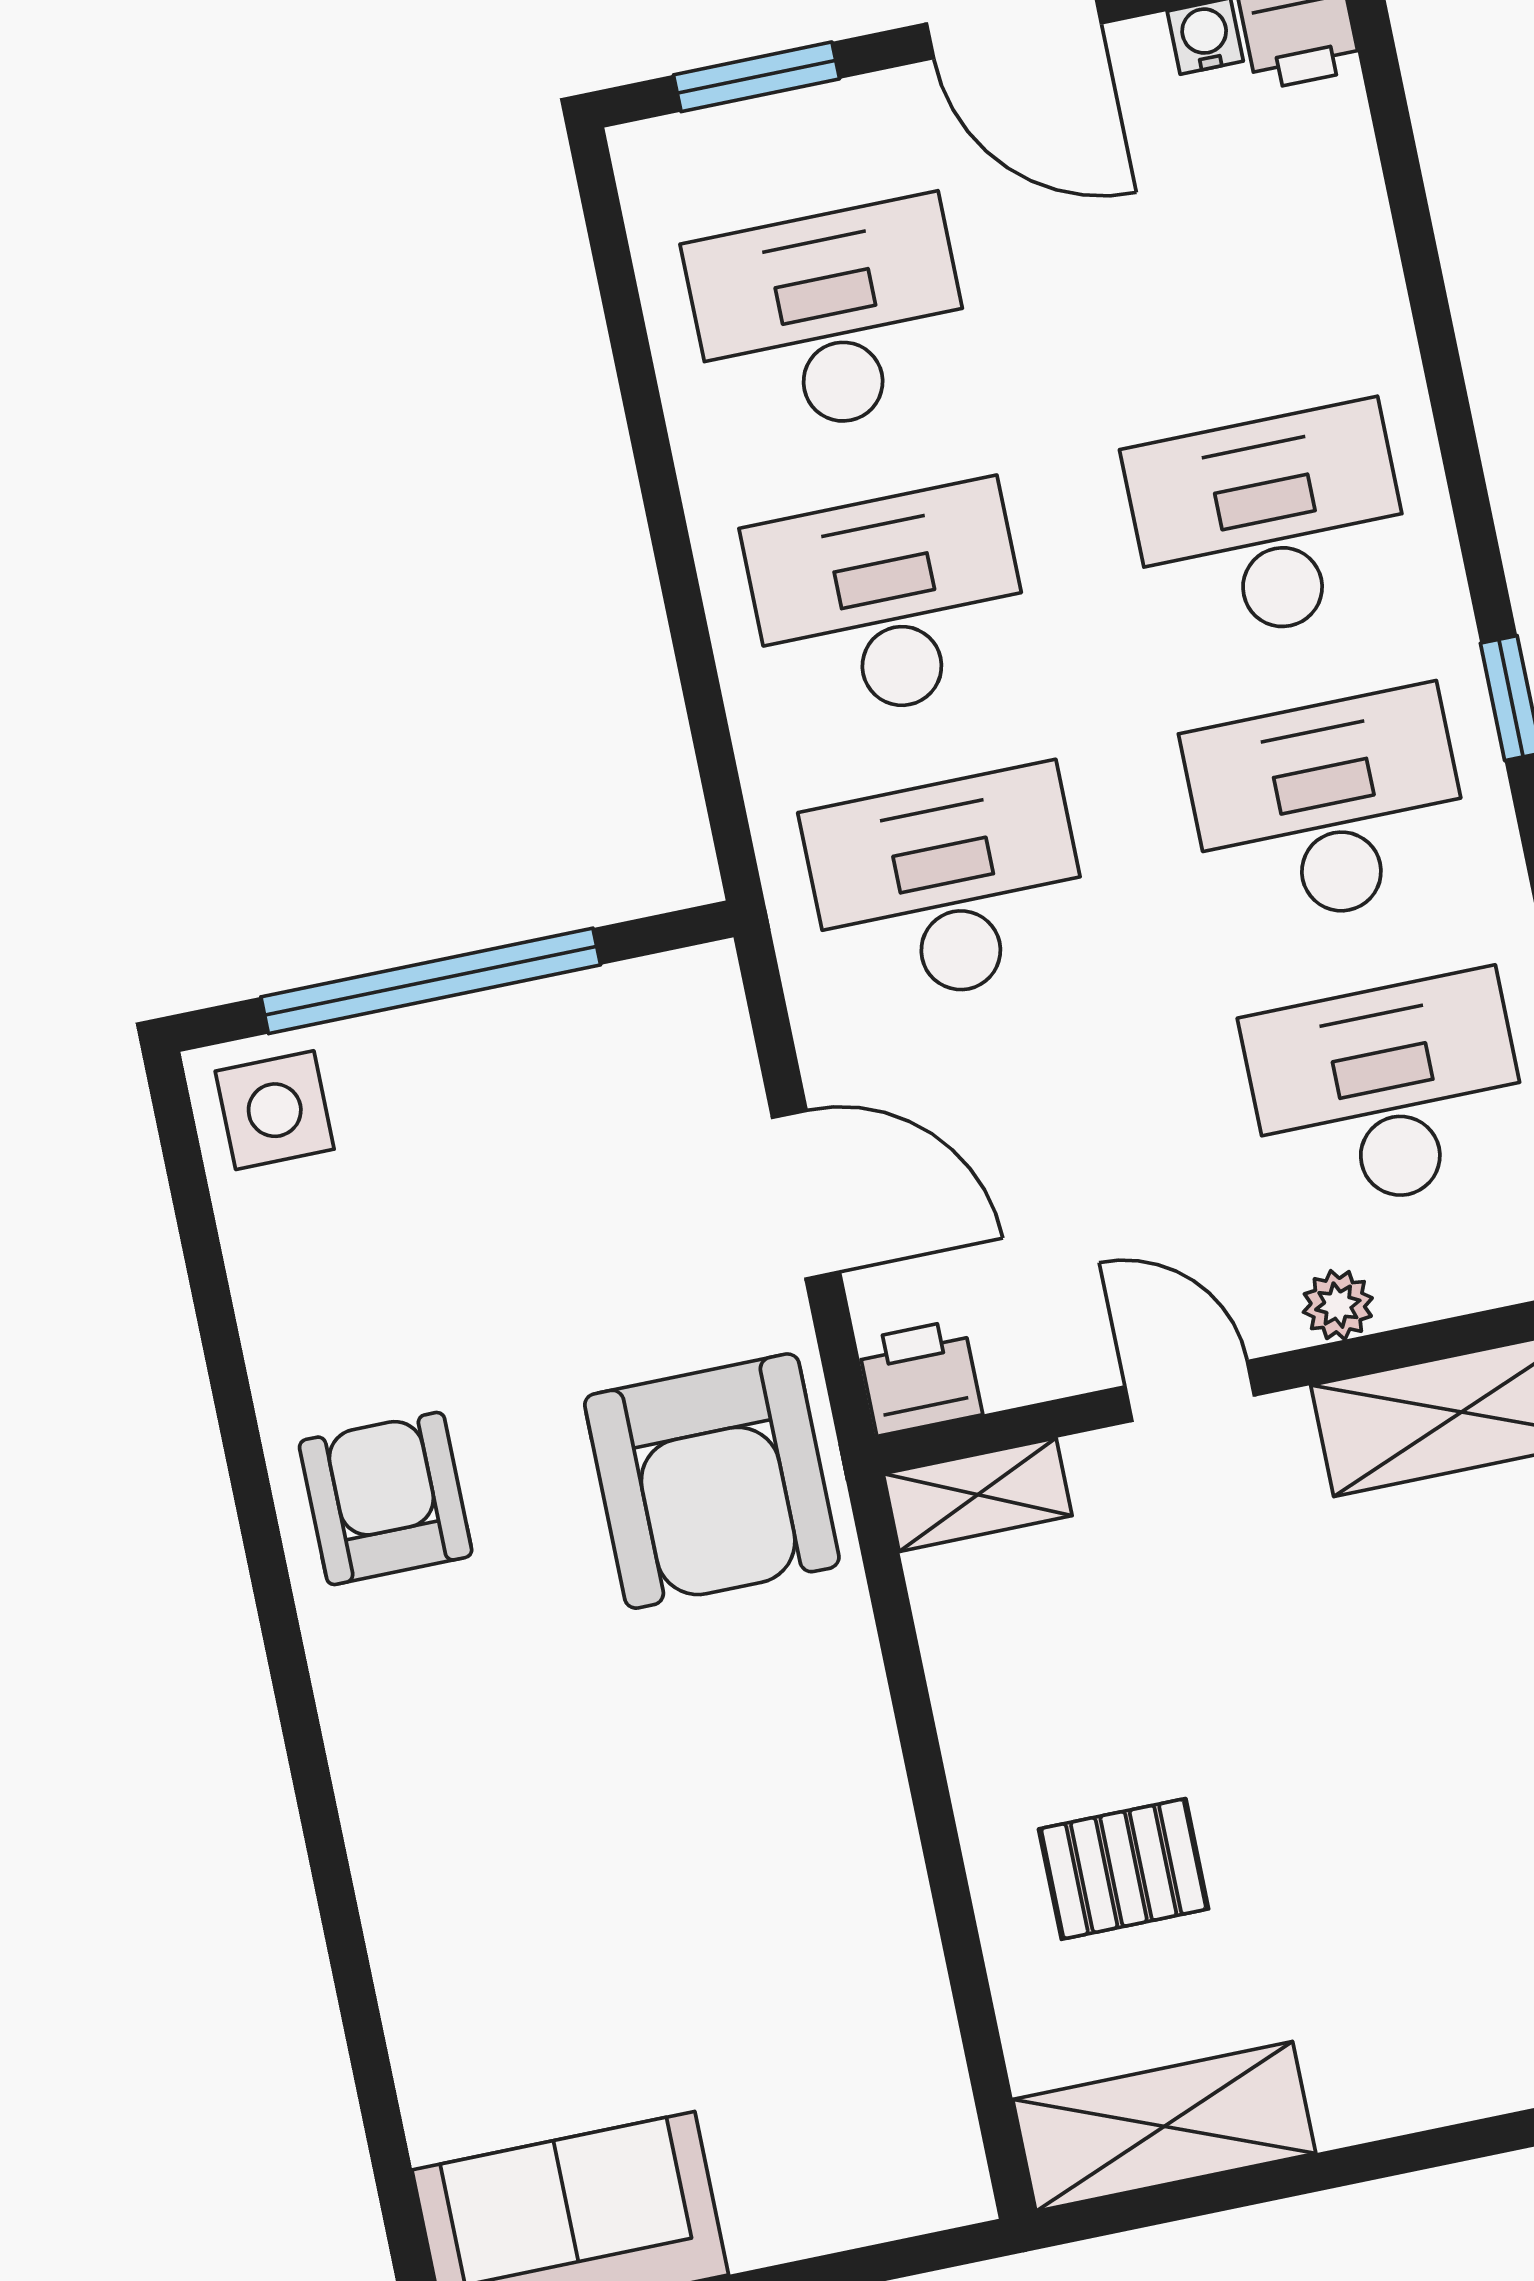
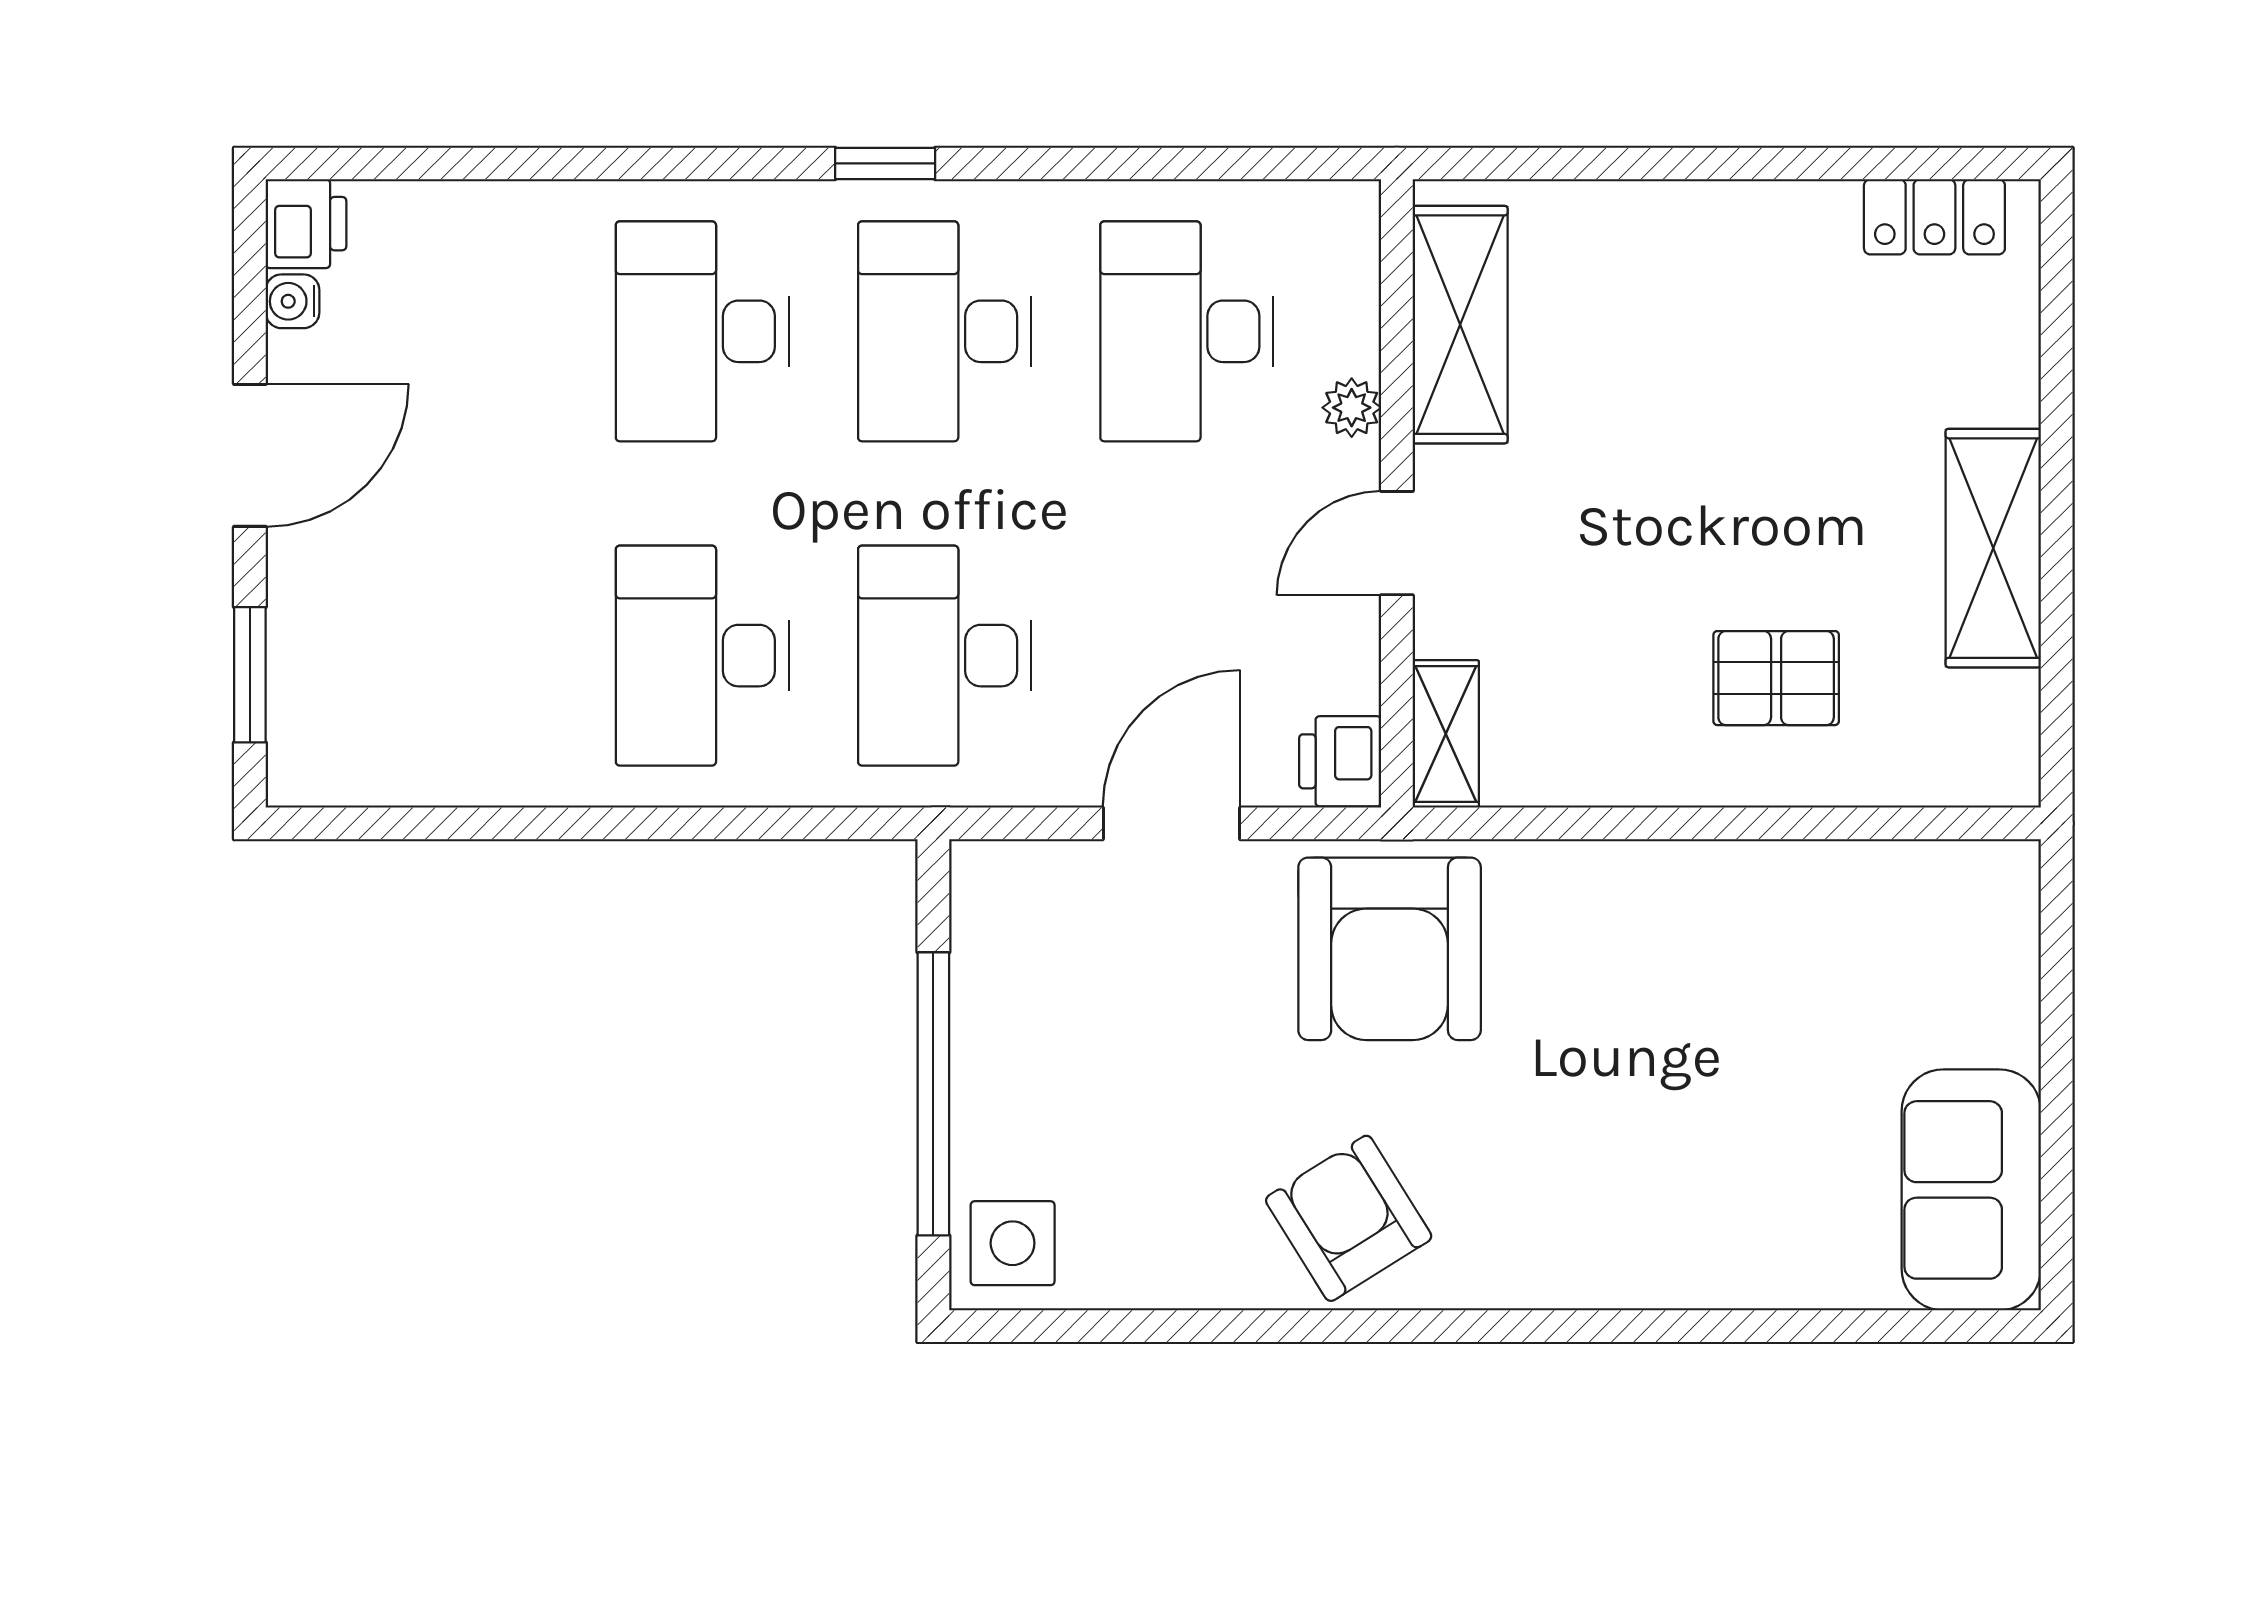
desk: (830, 319) -> (460, 656), removed
armchair: (712, 1481) -> (1390, 949), turned 90
armchair: (386, 1499) -> (1349, 1218), turned 58
pallet: (1124, 1869) -> (1776, 678), turned 90
shelving: (1164, 2126) -> (1993, 548), moved

